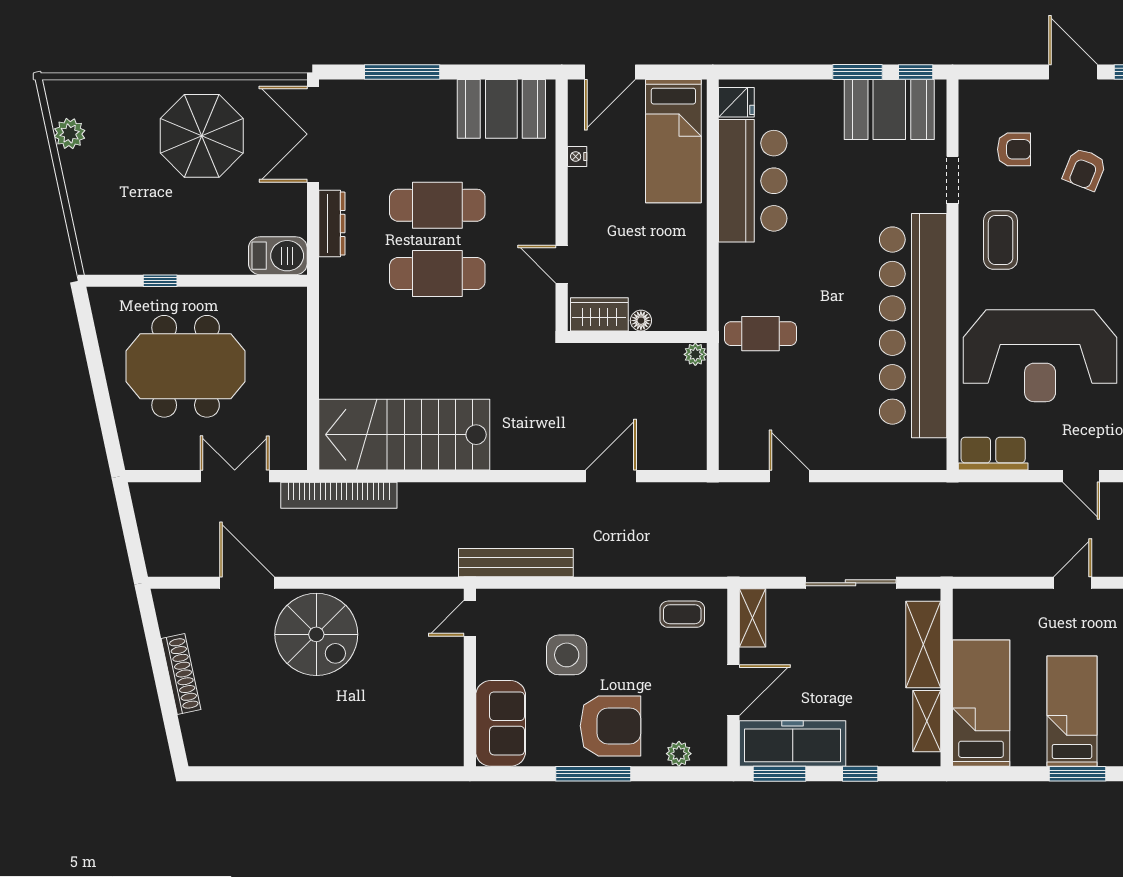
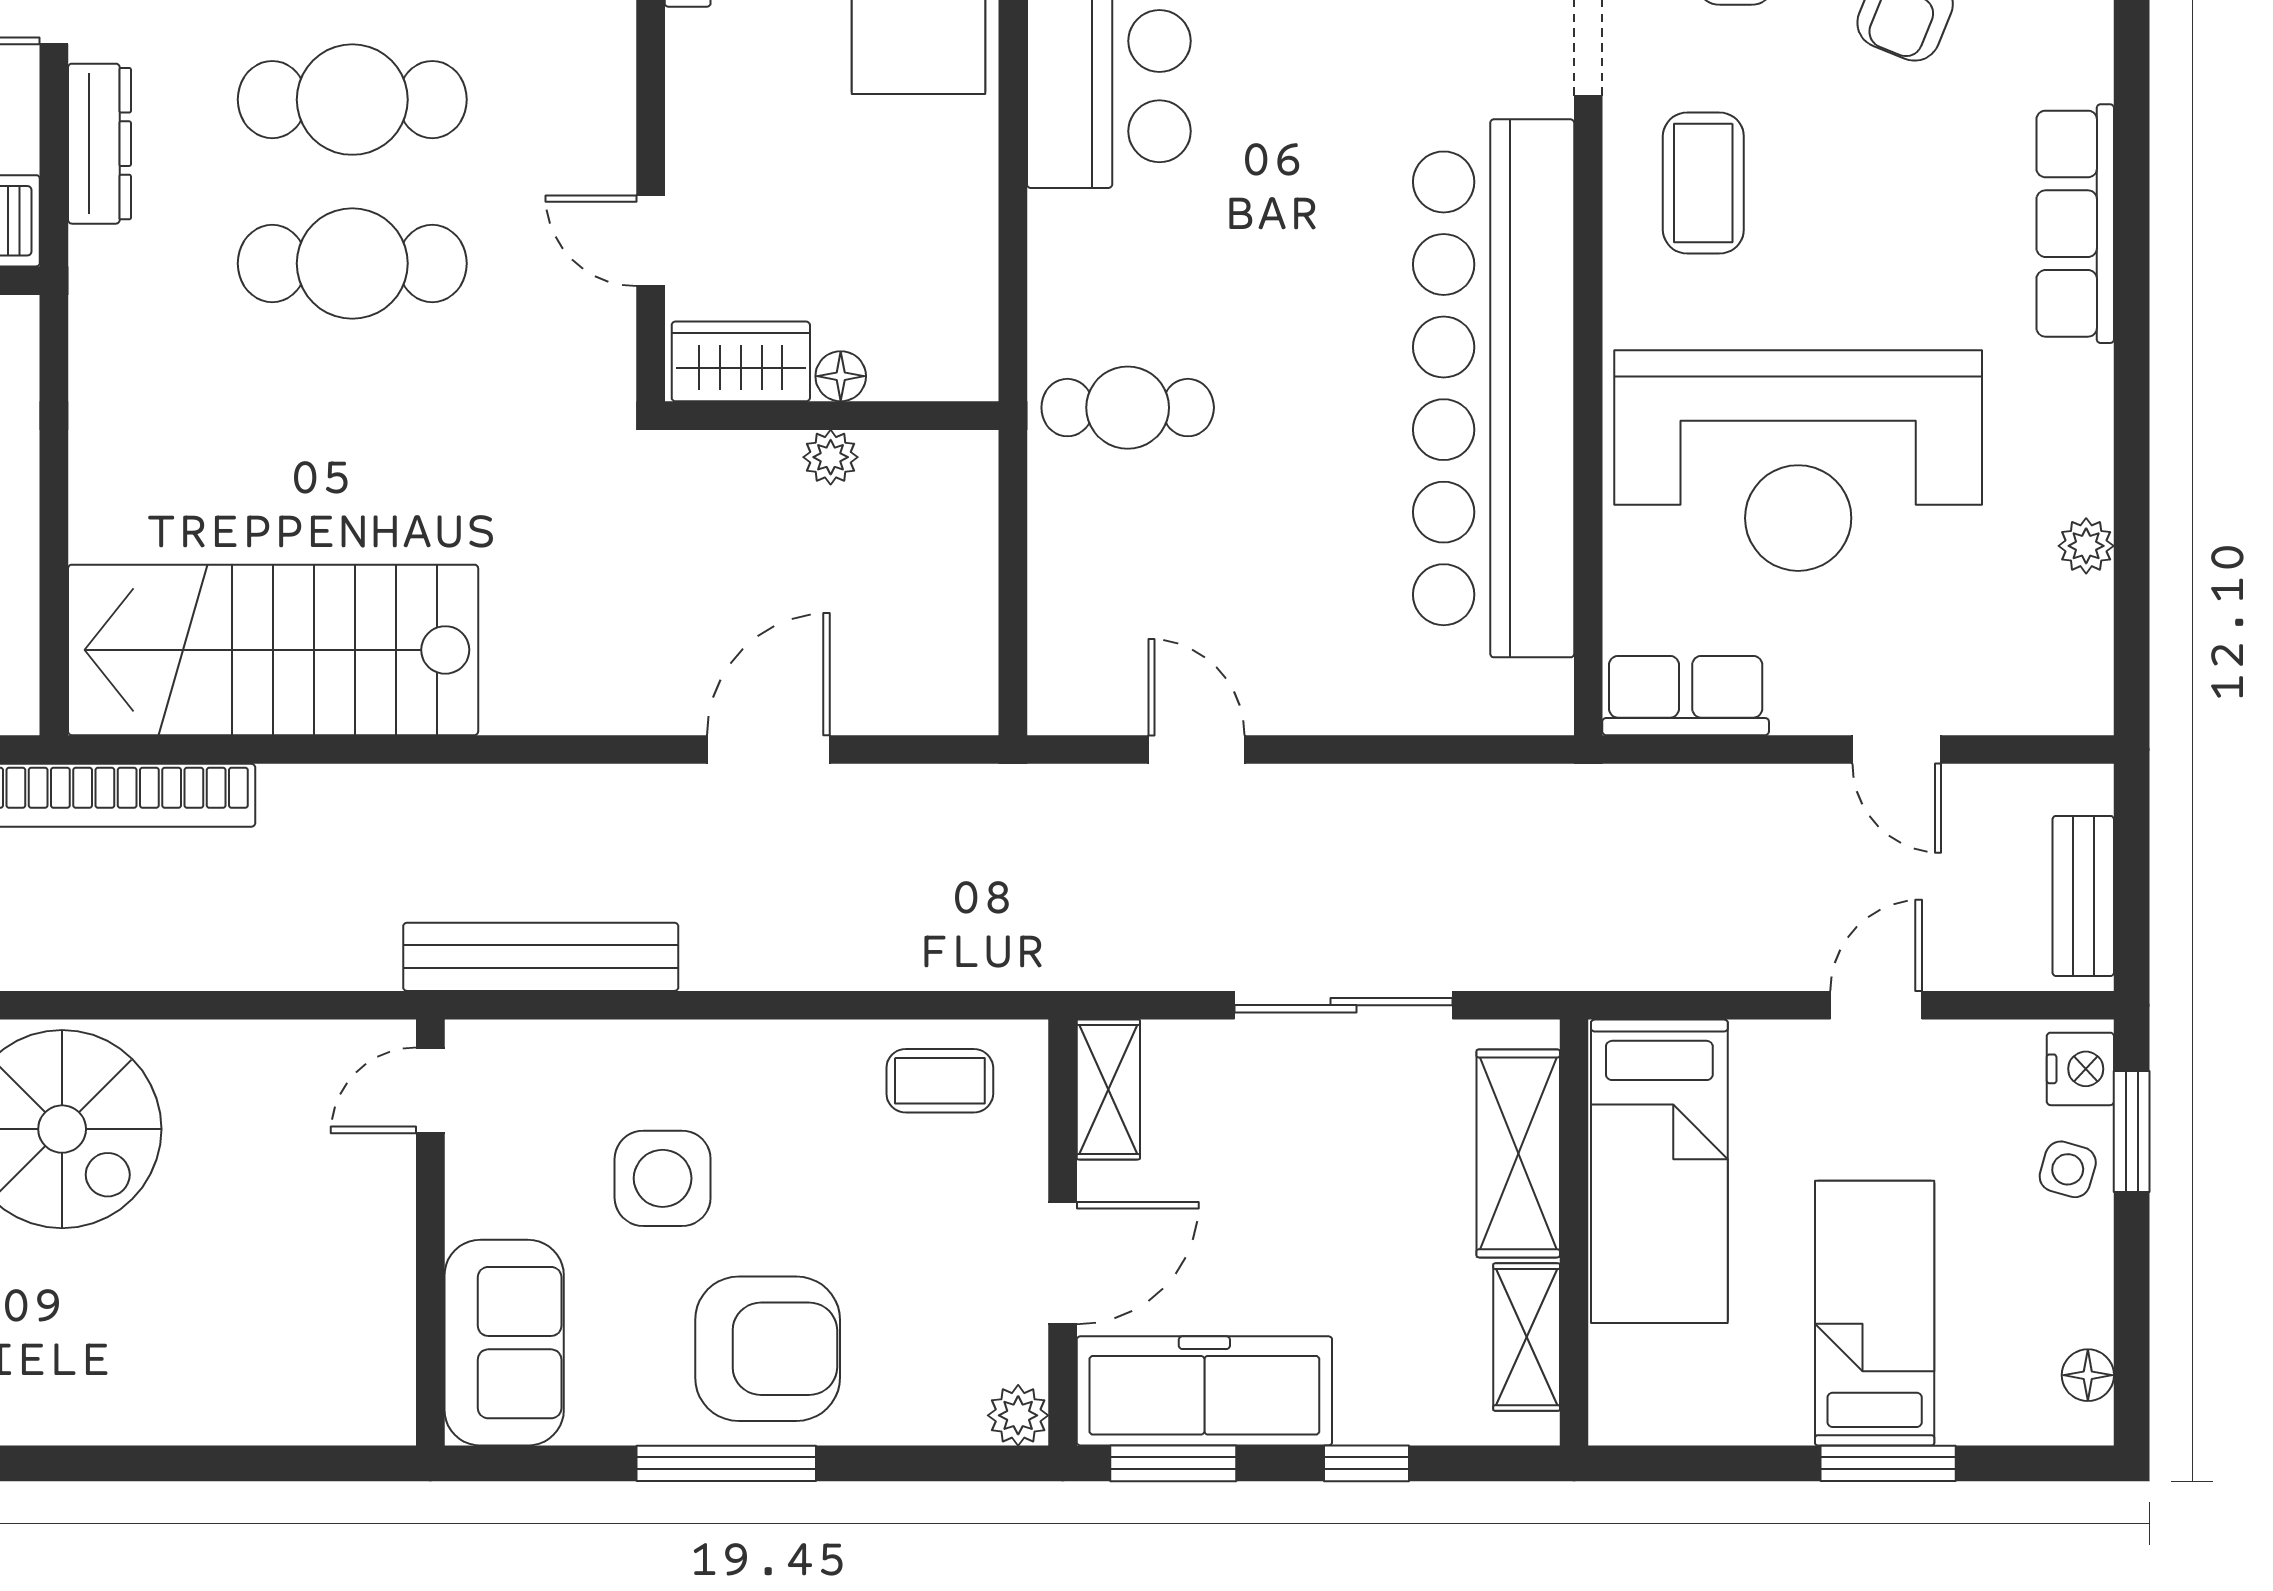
plant: (695, 354) -> (831, 457), moved
bed: (981, 703) -> (1659, 1171), moved, turned 180
plant: (679, 754) -> (1018, 1415), moved

